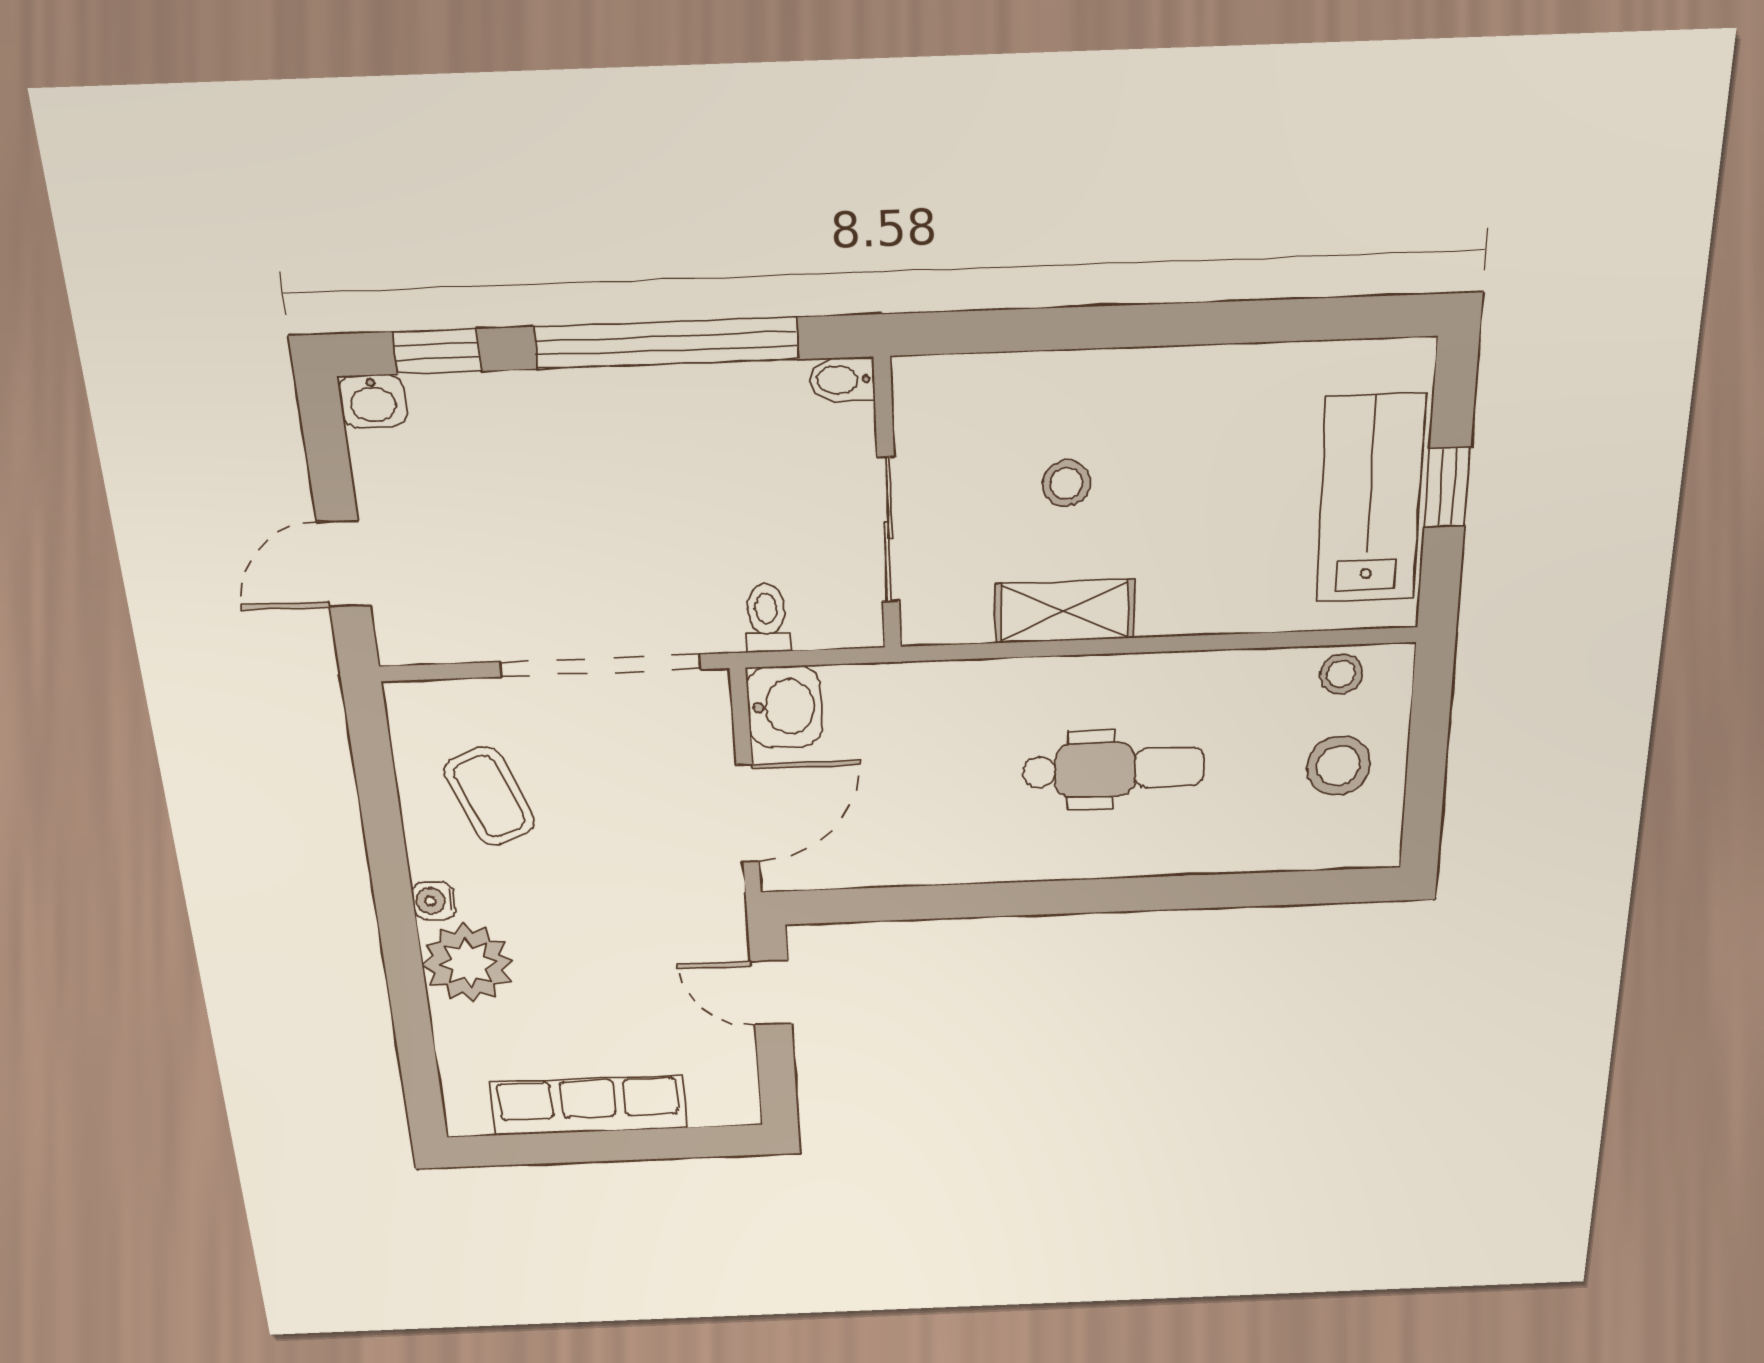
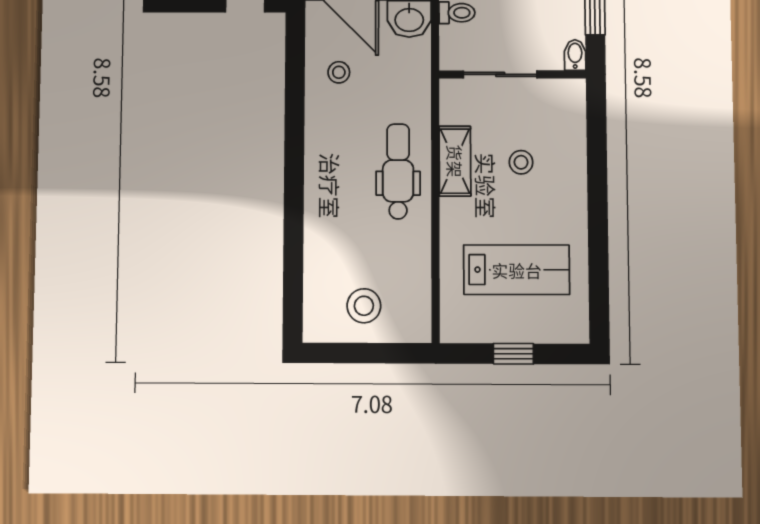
lab bench: (1370, 499) -> (517, 270), moved
stool: (1341, 674) -> (339, 72), moved
dental chair: (1113, 769) -> (398, 171), moved, turned 180

